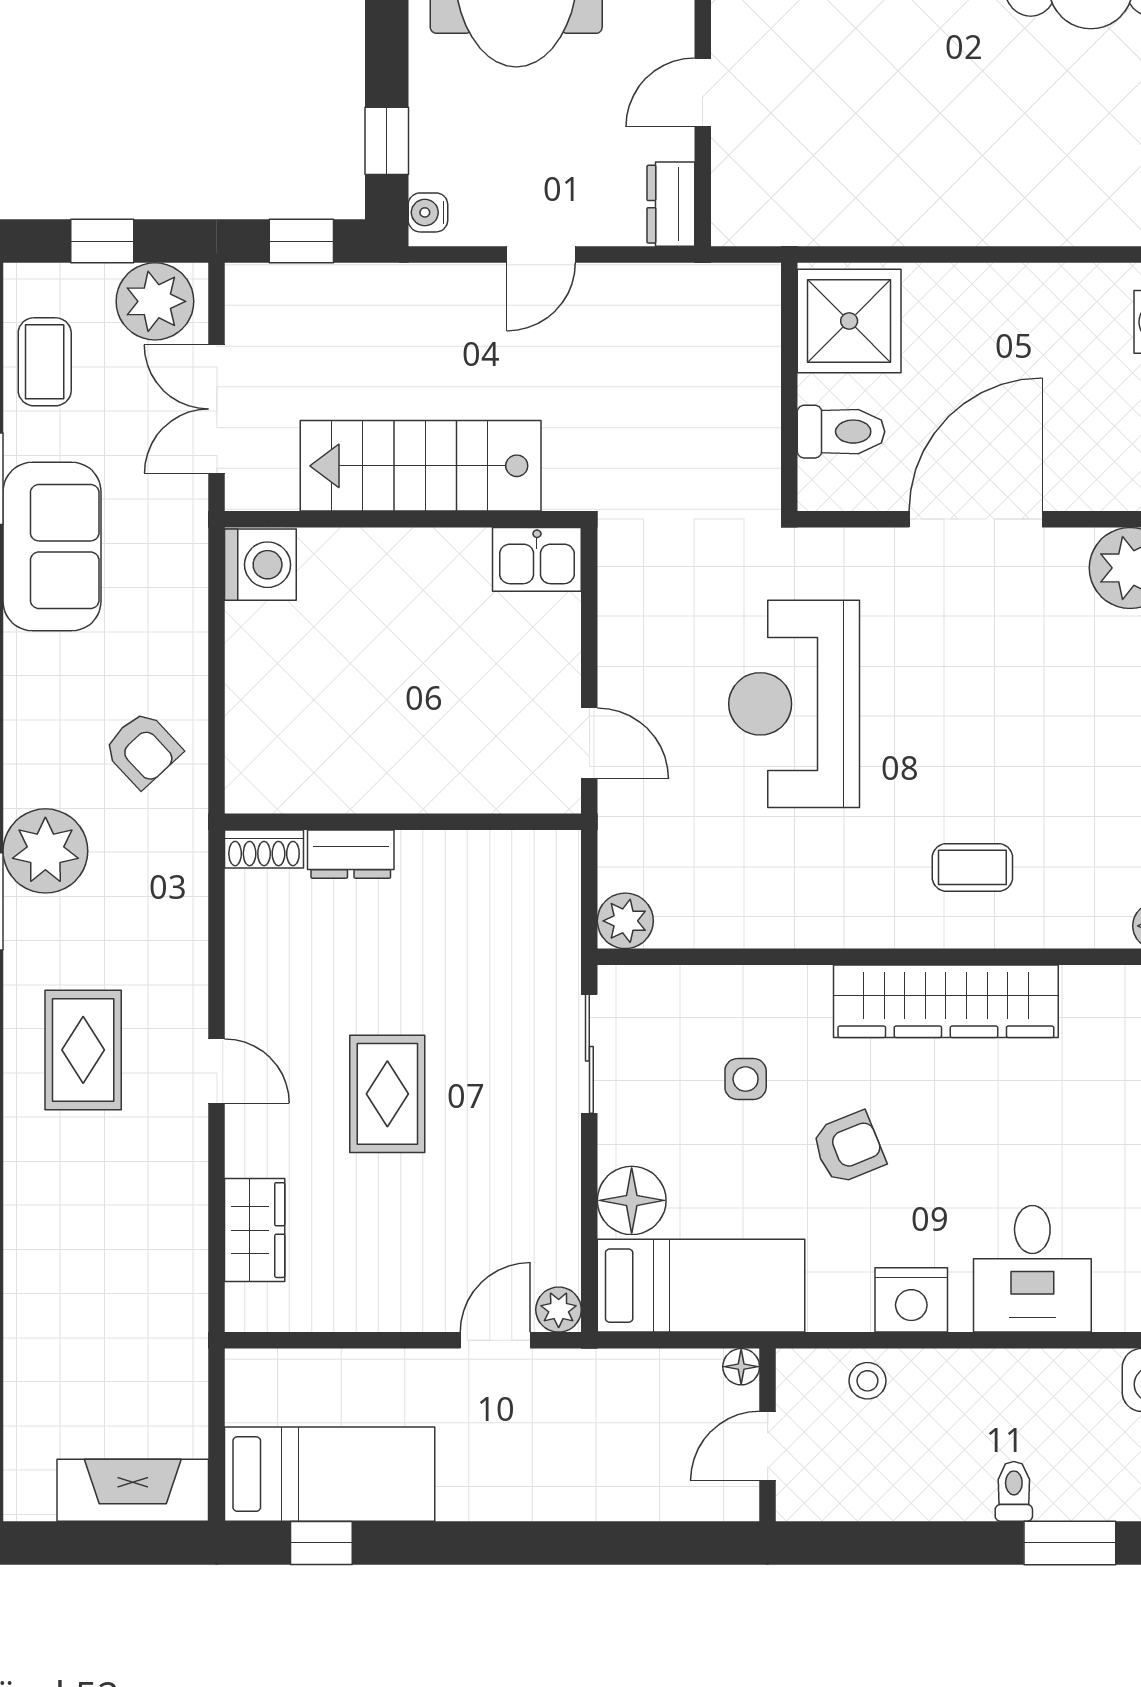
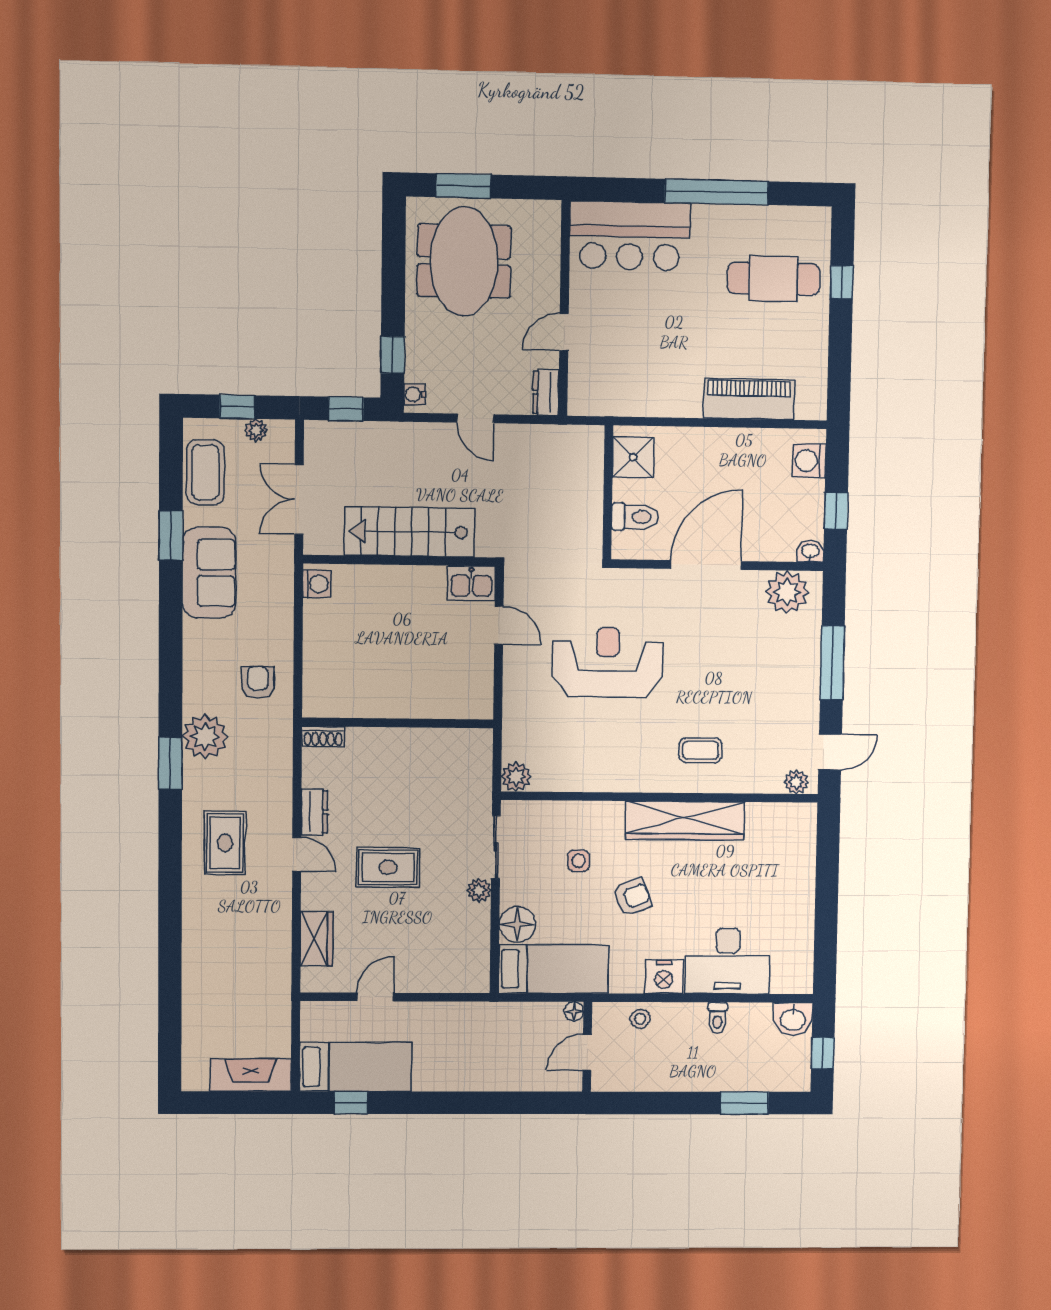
piano: (1050, 210) -> (749, 399), added
door: (541, 255) -> (476, 418), hinge flipped
plant: (155, 301) -> (256, 430), width x0.53, depth x0.53
shower: (849, 321) -> (633, 457), width x0.73, depth x0.73
coffee table: (45, 362) -> (205, 472), width x1.36, depth x1.30
washing machine: (260, 565) -> (317, 584), width x0.73, depth x0.73
reception desk: (794, 704) -> (608, 662), turned 90
door: (589, 743) -> (499, 625), moved
armchair: (143, 750) -> (258, 683), turned -137
dresser: (351, 854) -> (314, 812), moved, turned -90
rug: (387, 1094) -> (388, 867), turned 90
desk: (1032, 1269) -> (728, 961), width x1.37
plant: (559, 1310) -> (479, 890), moved
door: (495, 1340) -> (375, 997), moved
toilet: (1014, 1491) -> (717, 1018), moved, turned 180

